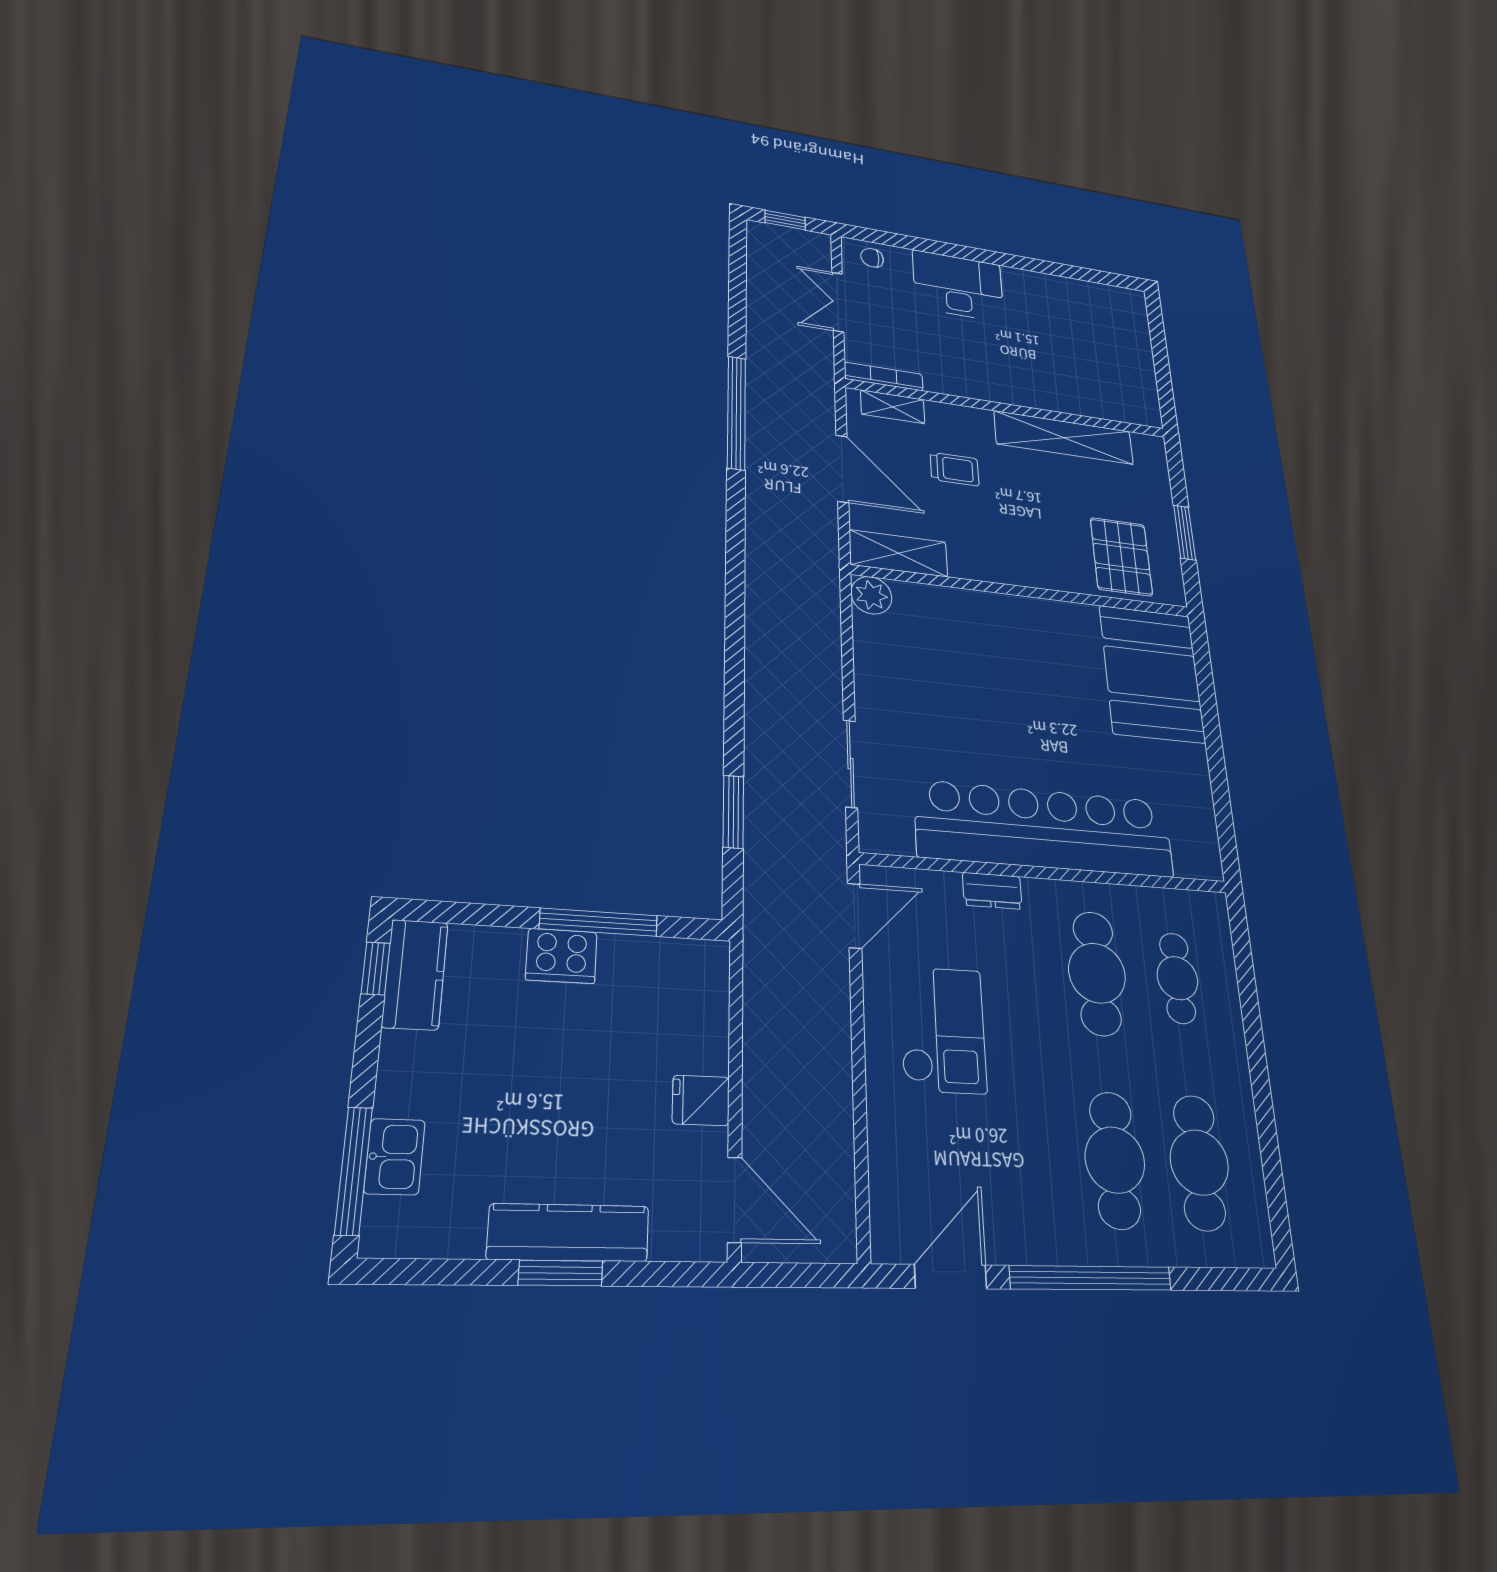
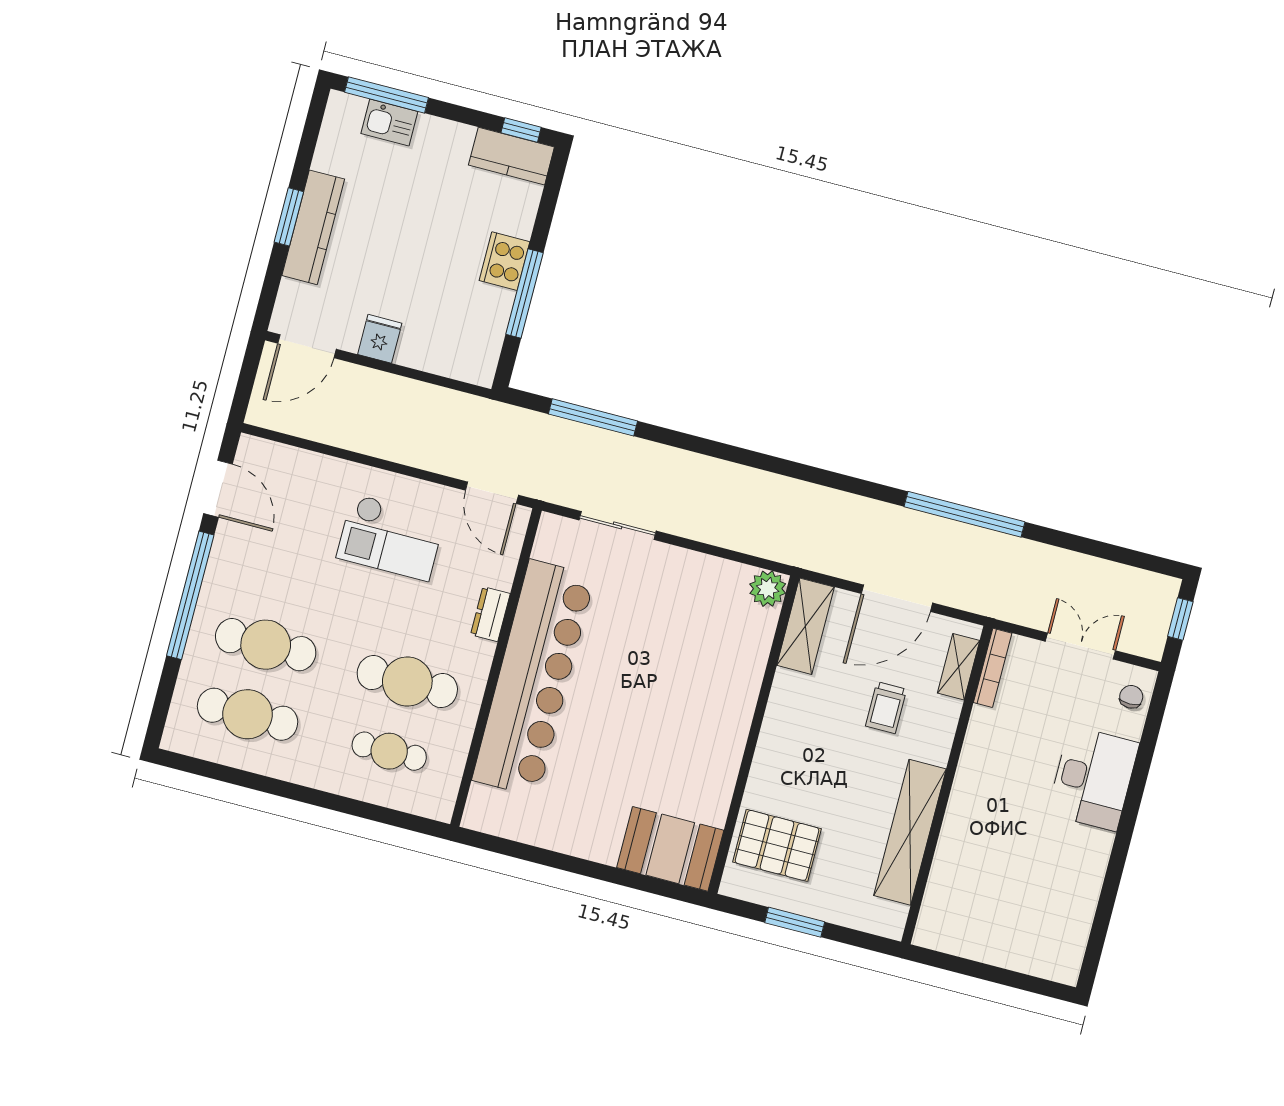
booth: (1152, 674) -> (670, 849), width x0.73, depth x0.70
window: (733, 812) -> (593, 417), width x1.44

